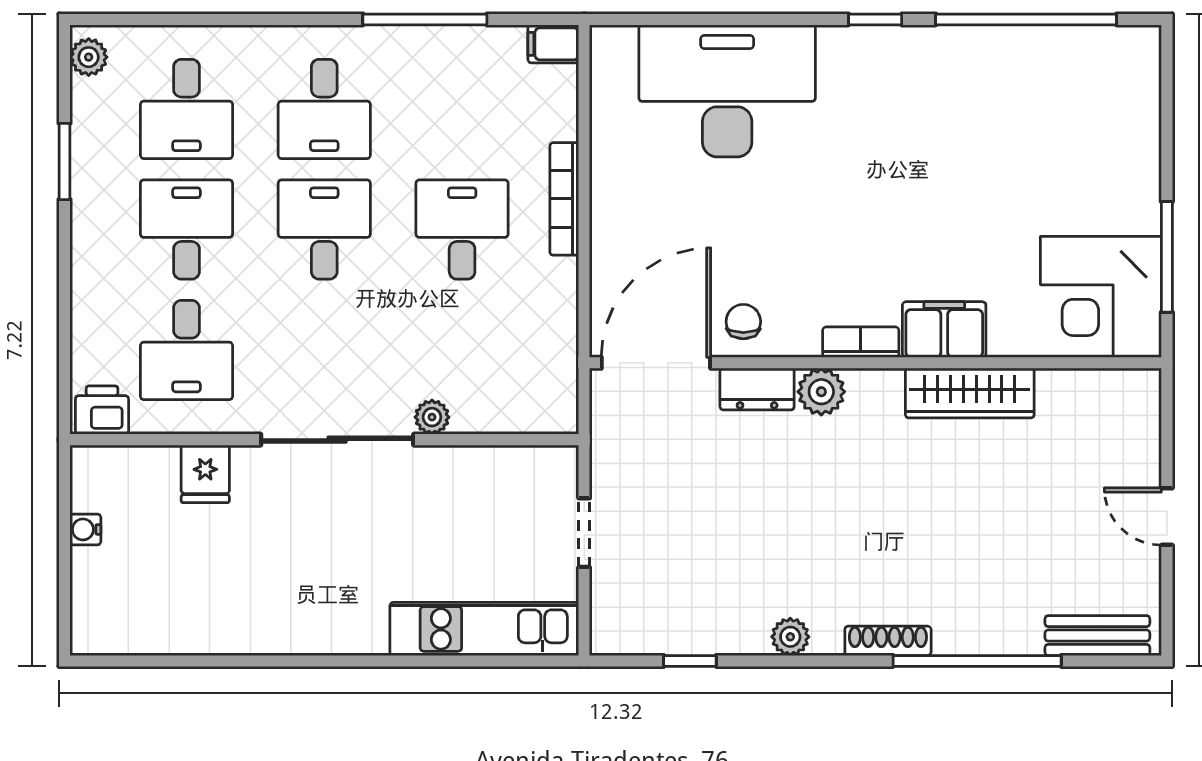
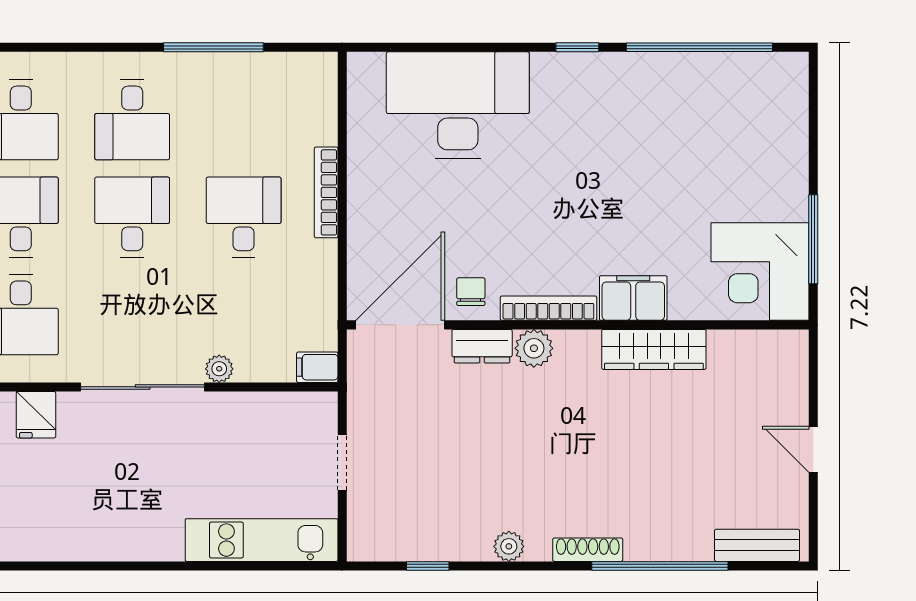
filing cabinet: (553, 44) -> (317, 367), moved
bookcase: (861, 342) -> (548, 308), width x1.56

